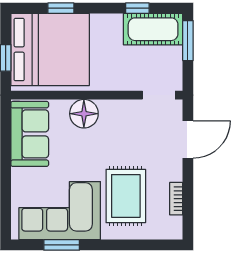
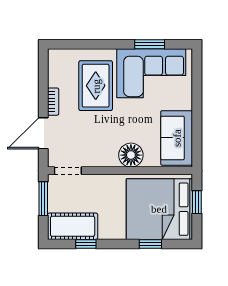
window: (188, 41) -> (43, 199), moved
bookcase: (176, 199) -> (53, 102), moved

